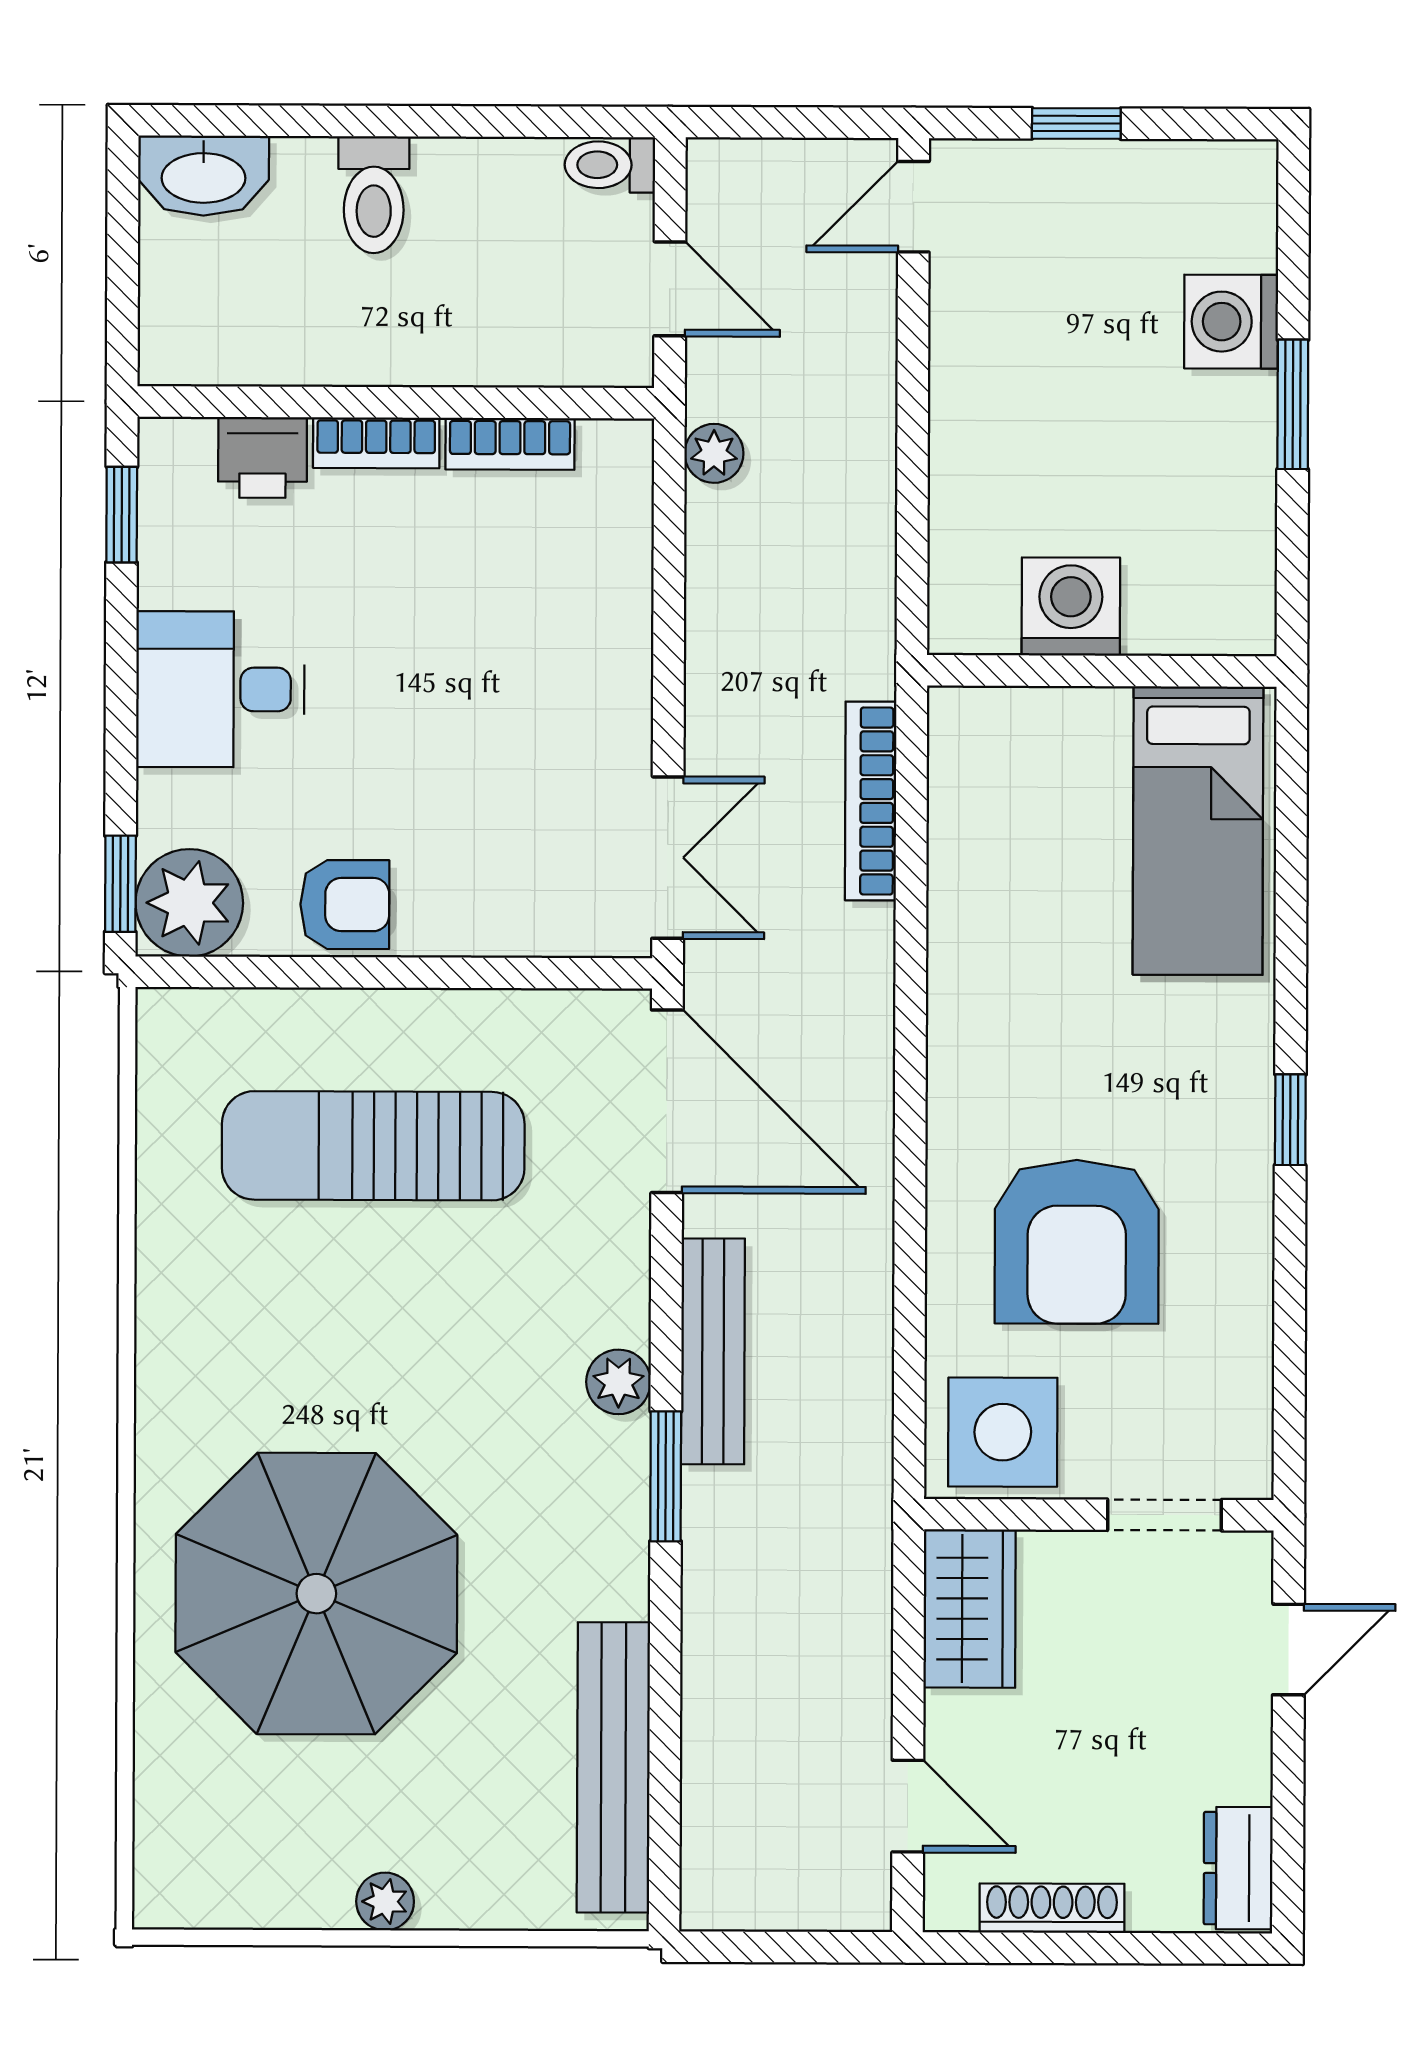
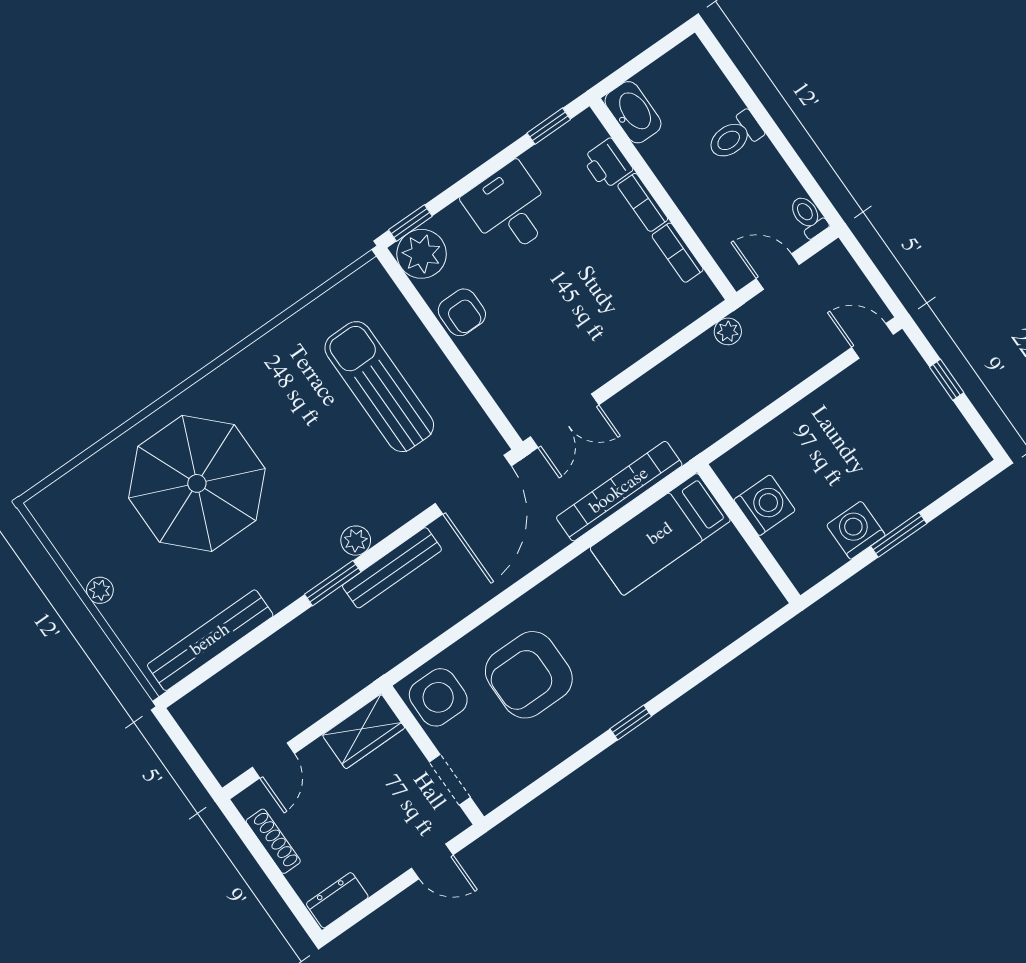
washbasin: (203, 176) -> (633, 112), moved, turned 180
door: (670, 289) -> (778, 272), swing flipped
washing machine: (1231, 322) -> (856, 530), moved
bookcase: (871, 801) -> (619, 491), width x1.48, depth x1.31
bed: (1198, 831) -> (660, 534), moved

